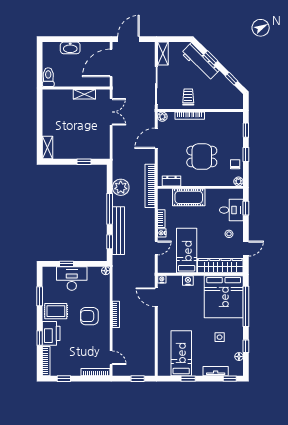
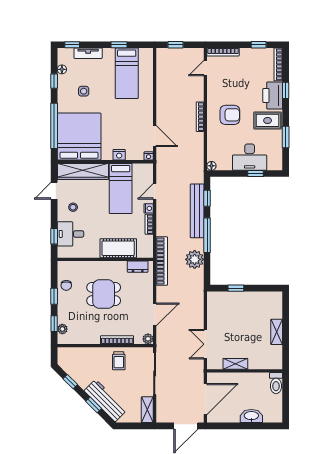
shelving: (48, 148) -> (277, 332), moved
plant: (238, 181) -> (62, 329), moved
door: (111, 358) -> (205, 68), hinge flipped

